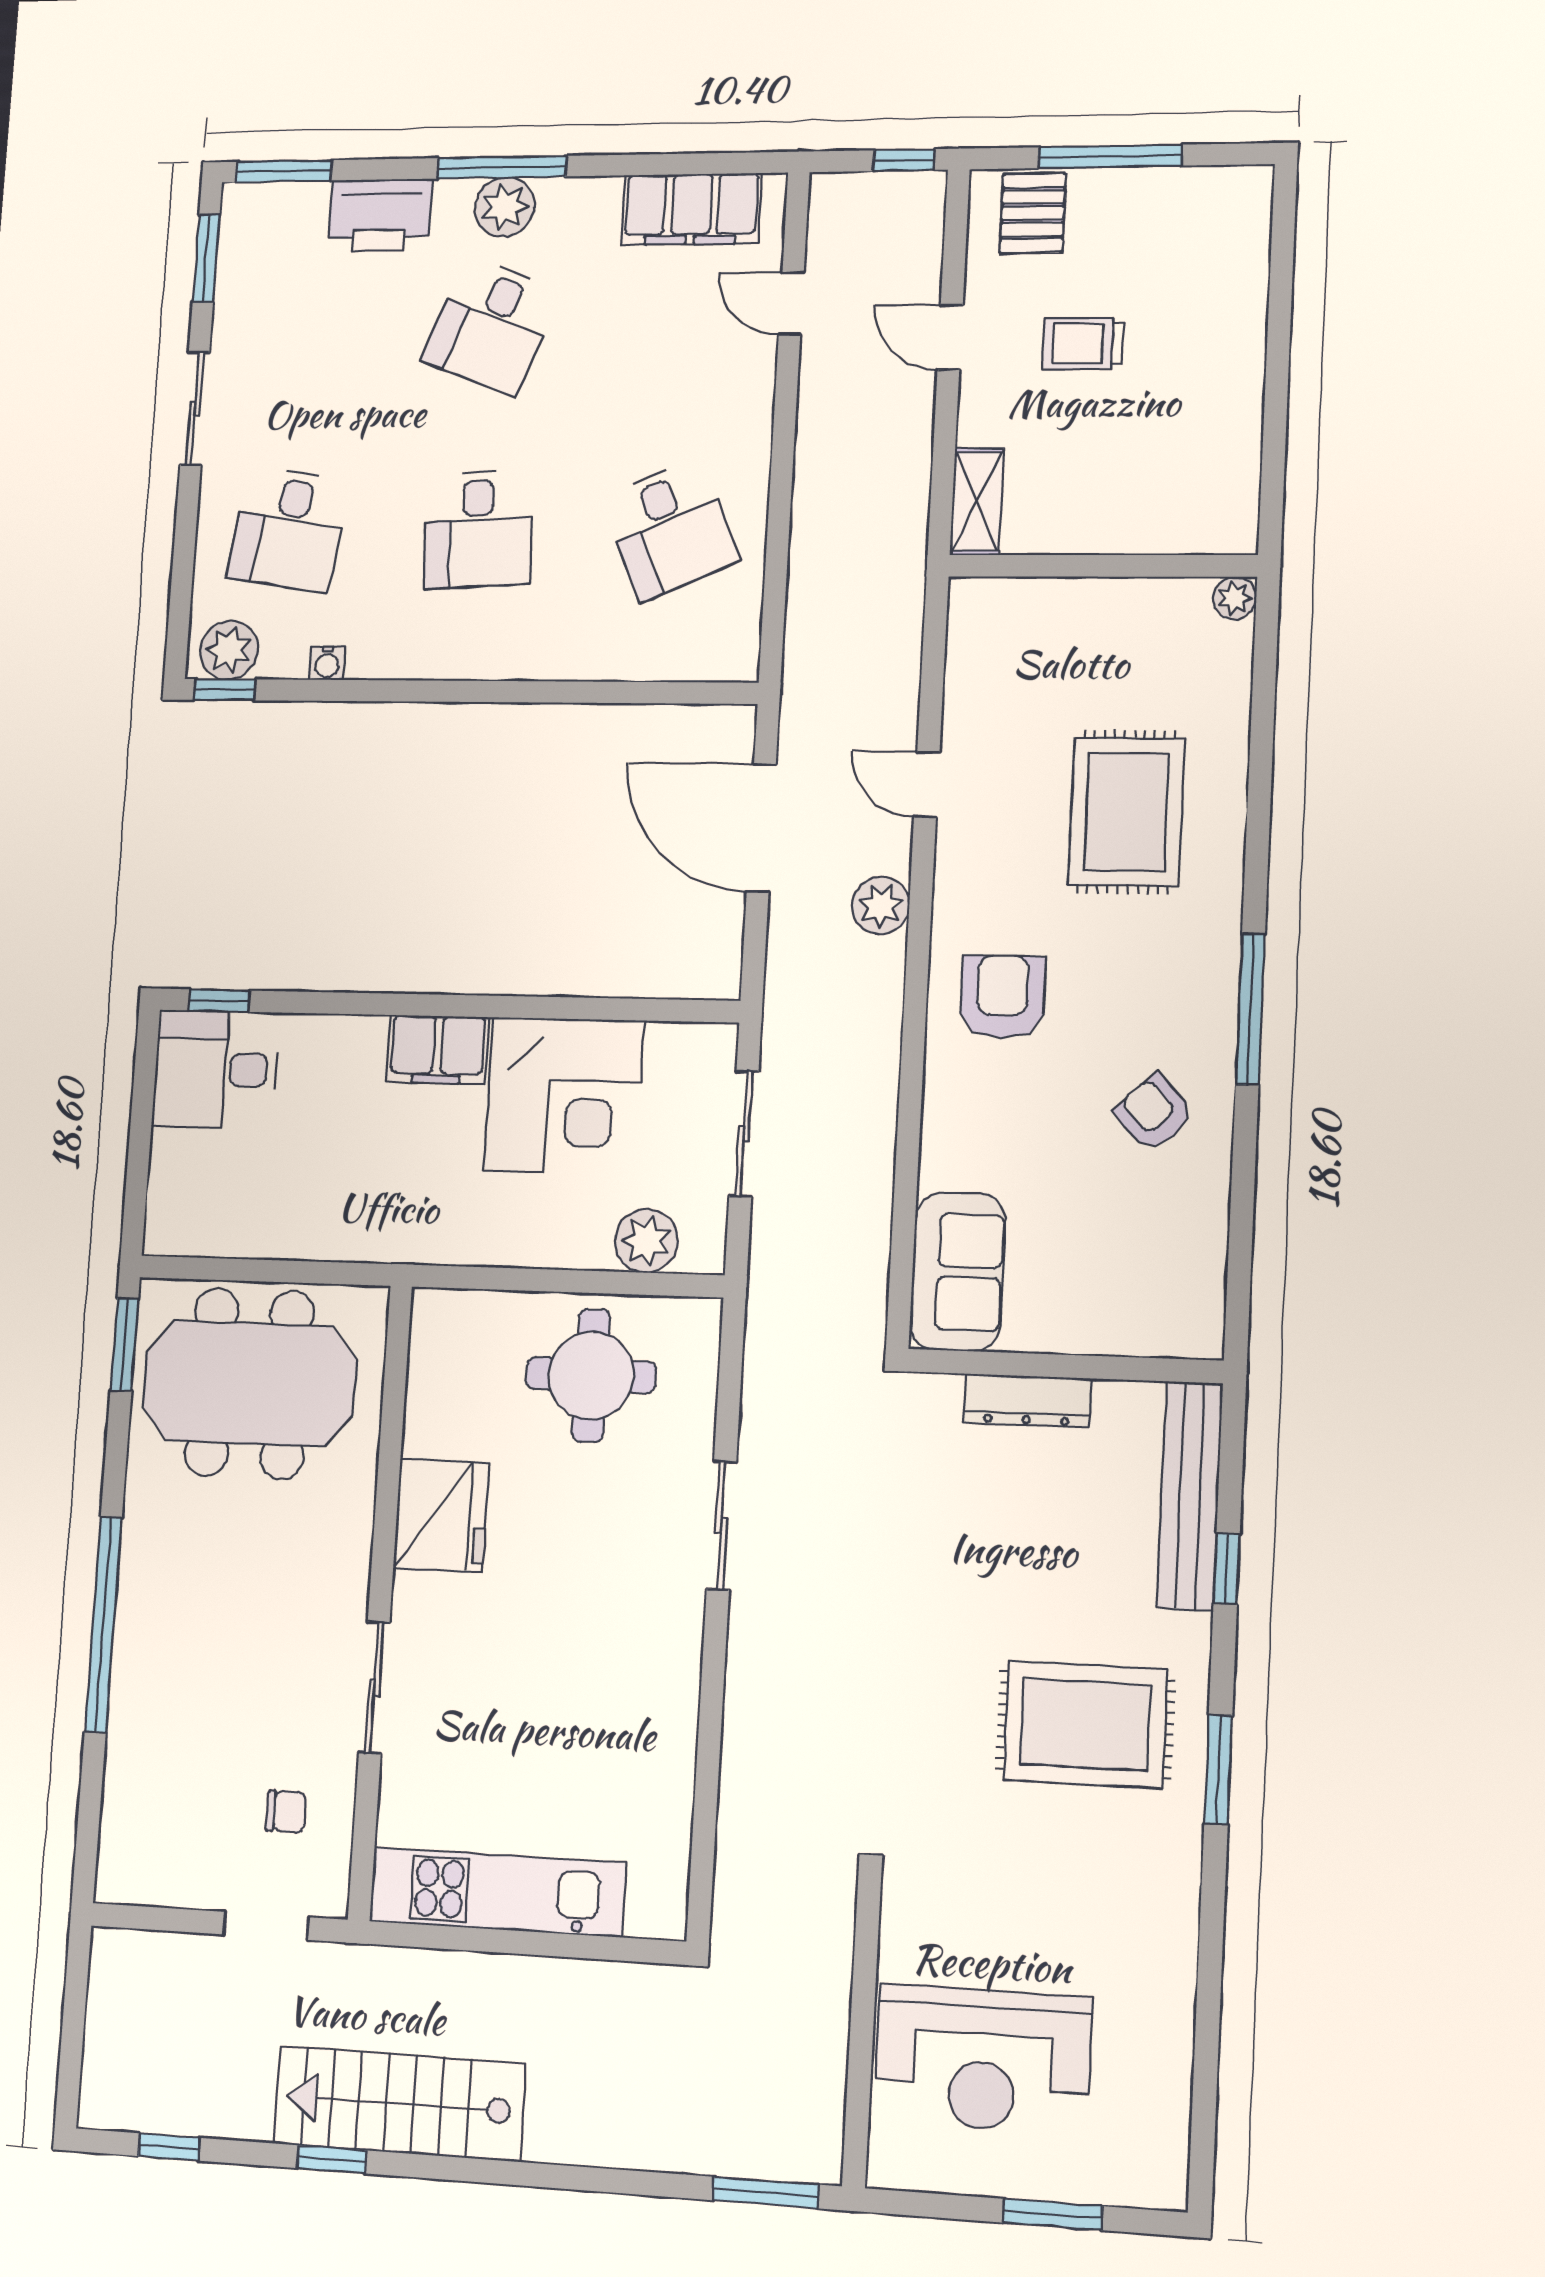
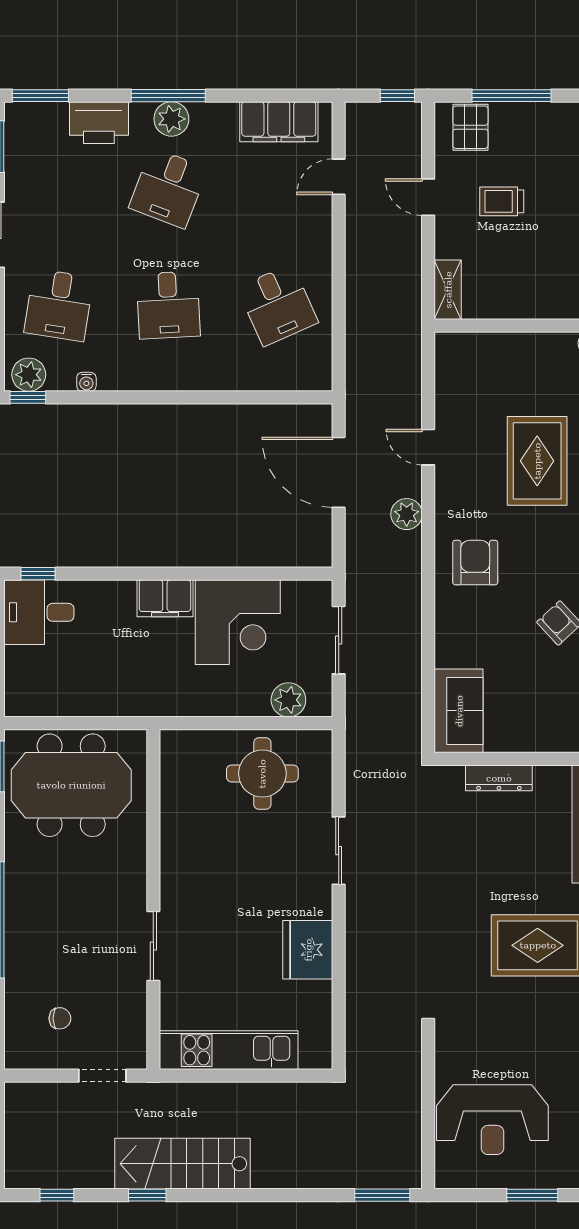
door: (791, 303) -> (339, 177), hinge flipped
fridge: (441, 1516) -> (308, 950), moved, turned 180
chair: (286, 1812) -> (60, 1018), moved

